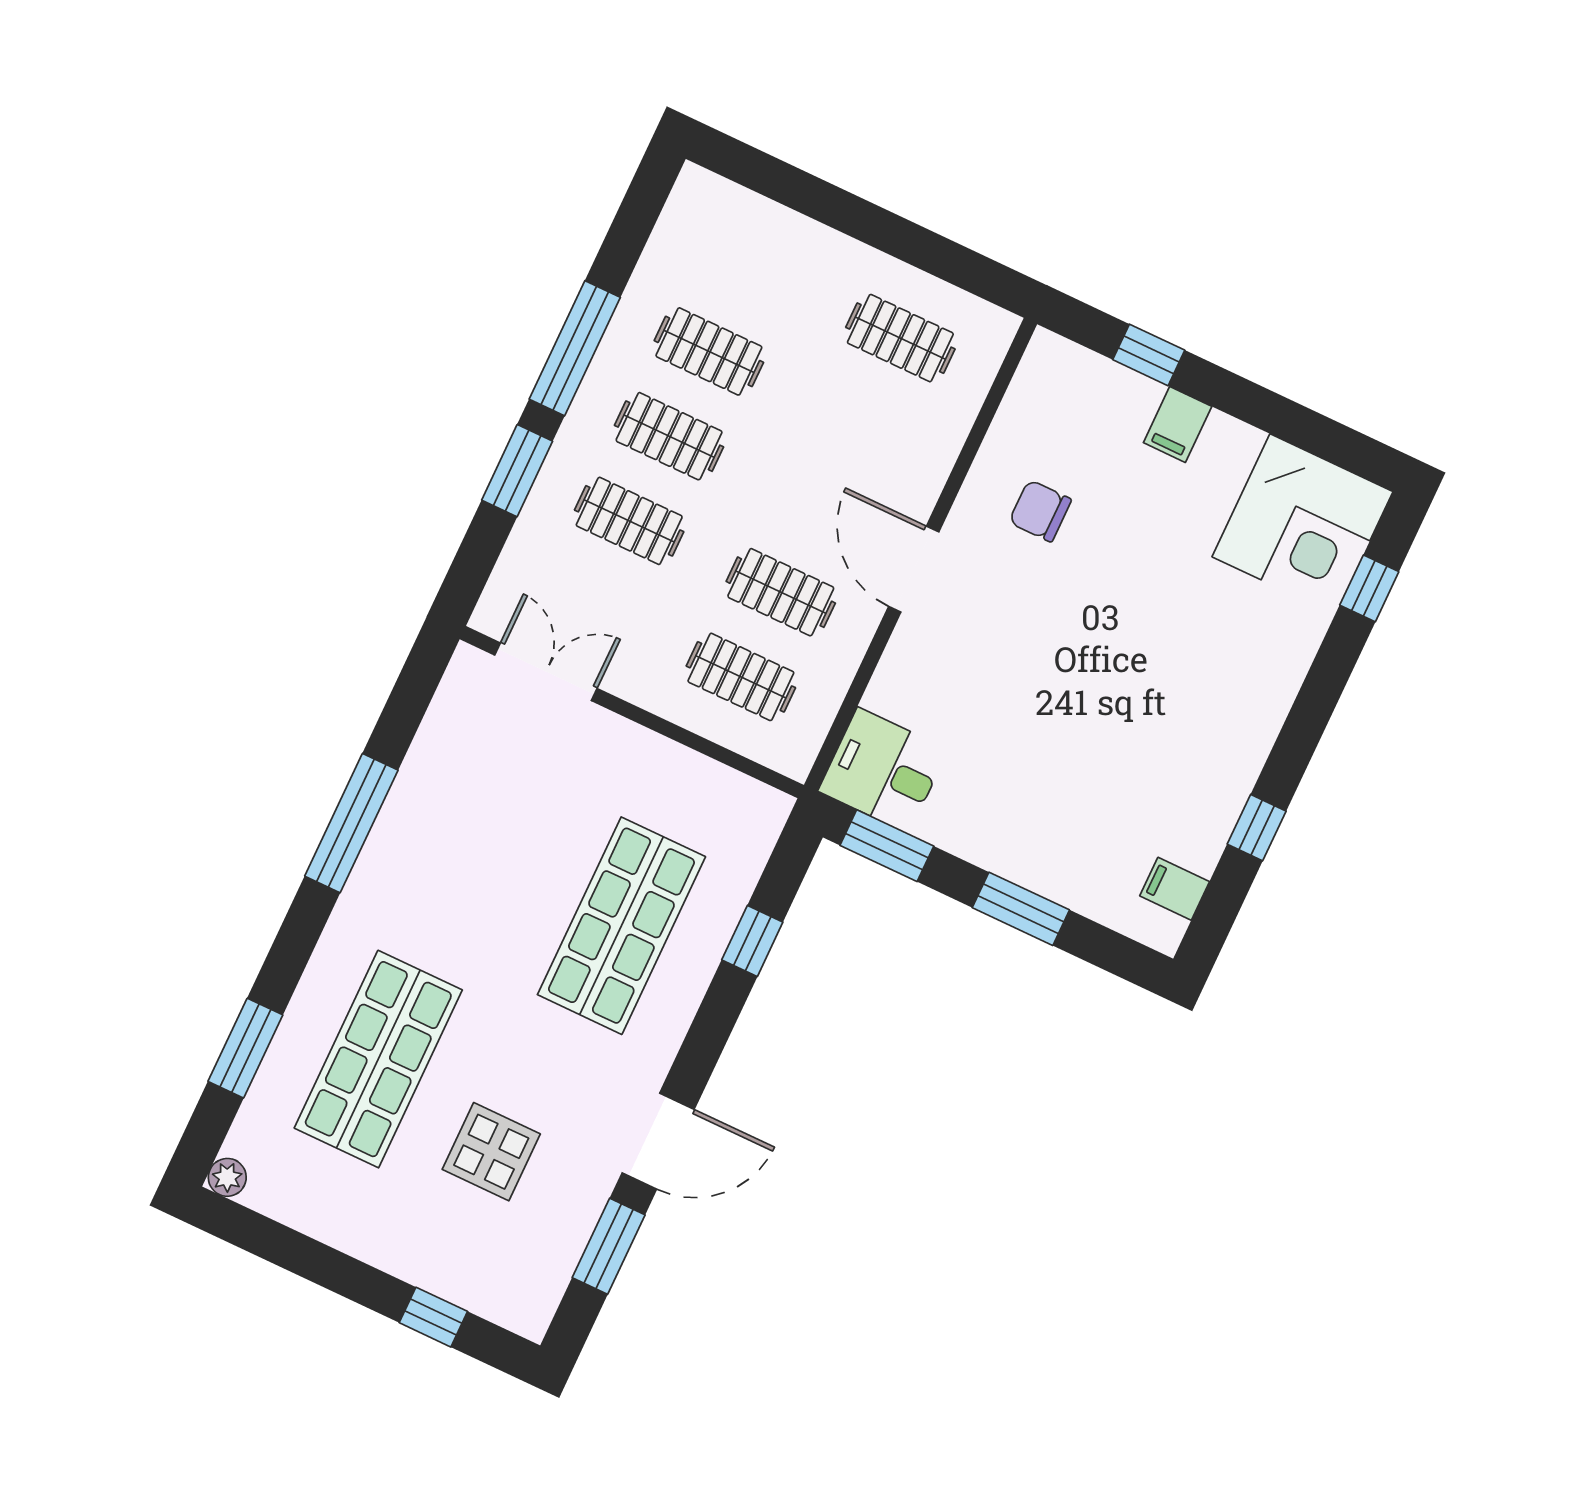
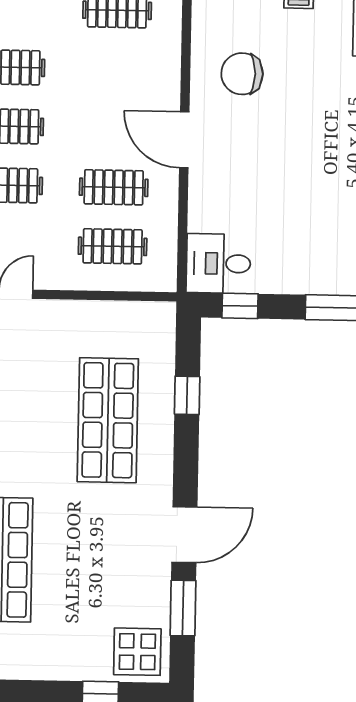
chair: (1040, 511) -> (242, 74), width x1.37, depth x1.37
window: (887, 846) -> (240, 306), width x0.67
display table: (491, 1152) -> (137, 652), moved

